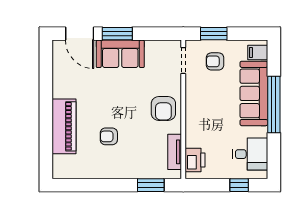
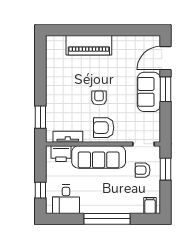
armchair: (215, 61) -> (143, 170), turned -90
sofa: (254, 93) -> (99, 157), moved, turned 180
armchair: (109, 136) -> (99, 98), moved

